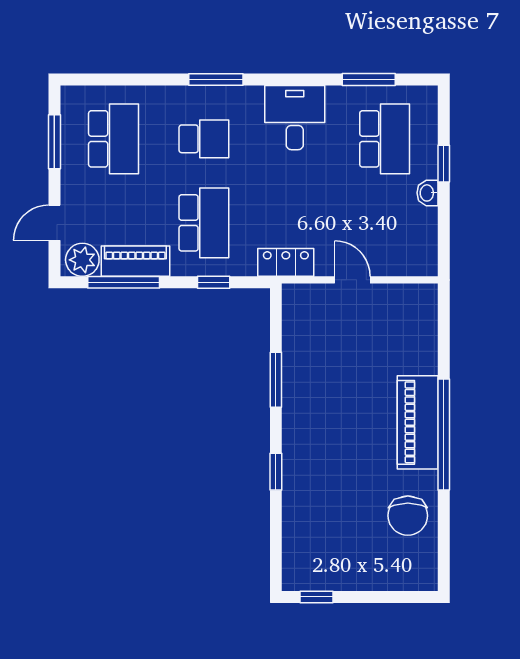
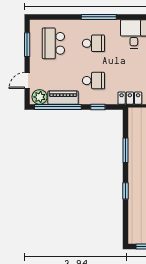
window: (216, 79) -> (99, 17), width x1.44
school desk: (113, 139) -> (53, 43), turned 180
school desk: (204, 223) -> (93, 81), width x0.54
window: (124, 282) -> (58, 107), width x1.46

